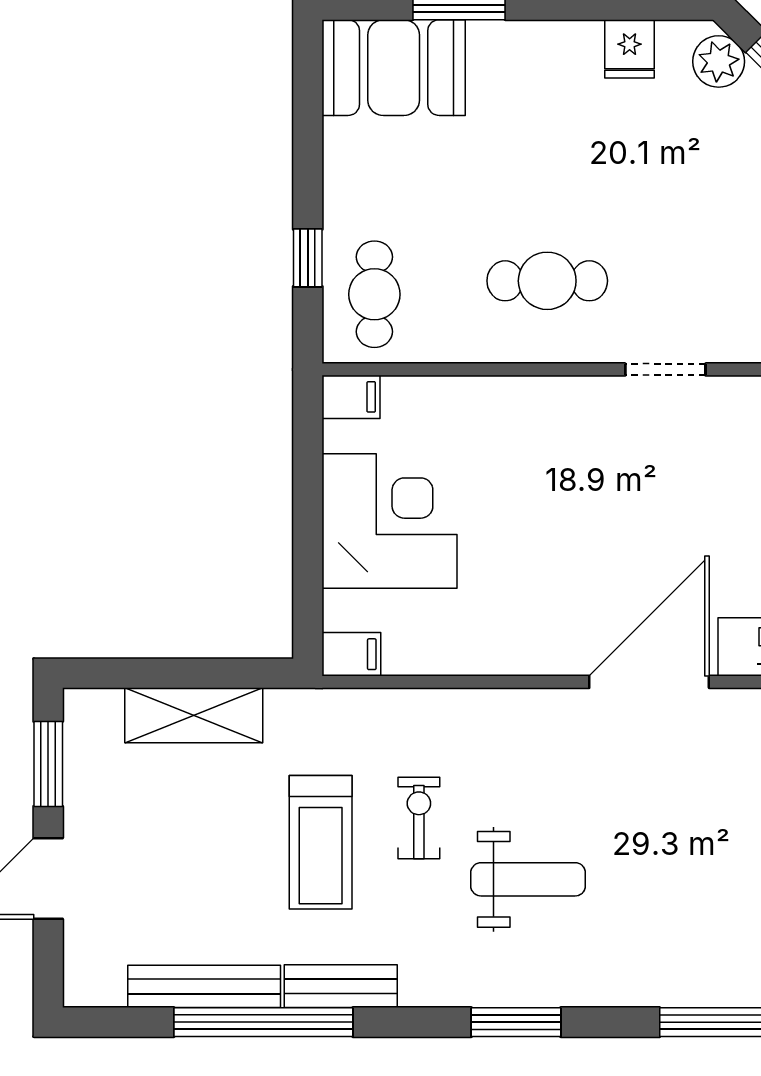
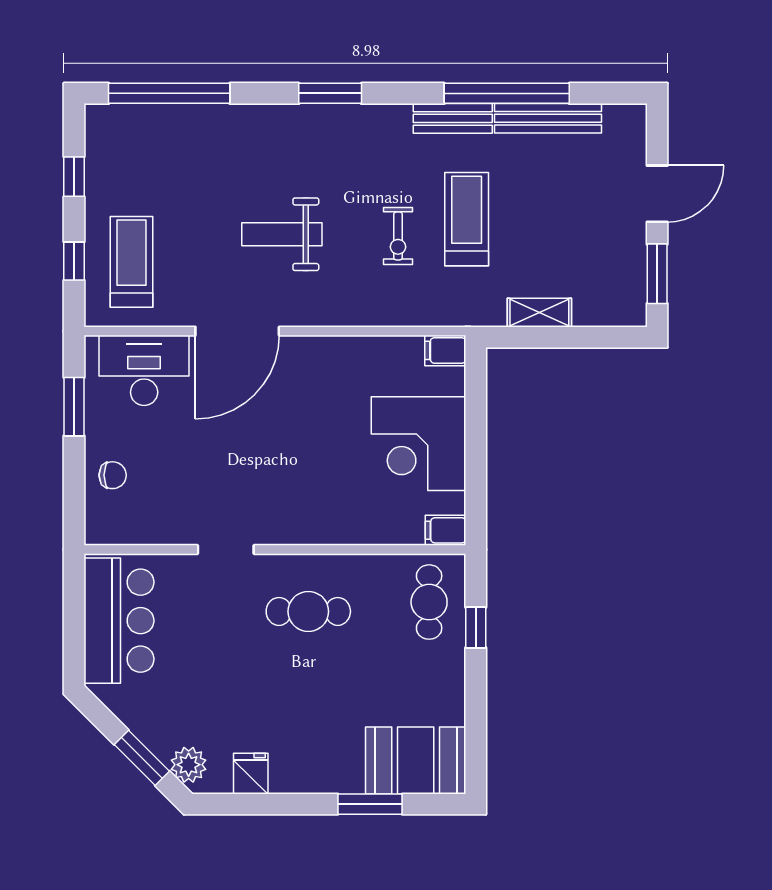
shelving: (194, 715) -> (539, 313), width x0.67, depth x0.75
weight bench: (528, 879) -> (282, 234), moved

